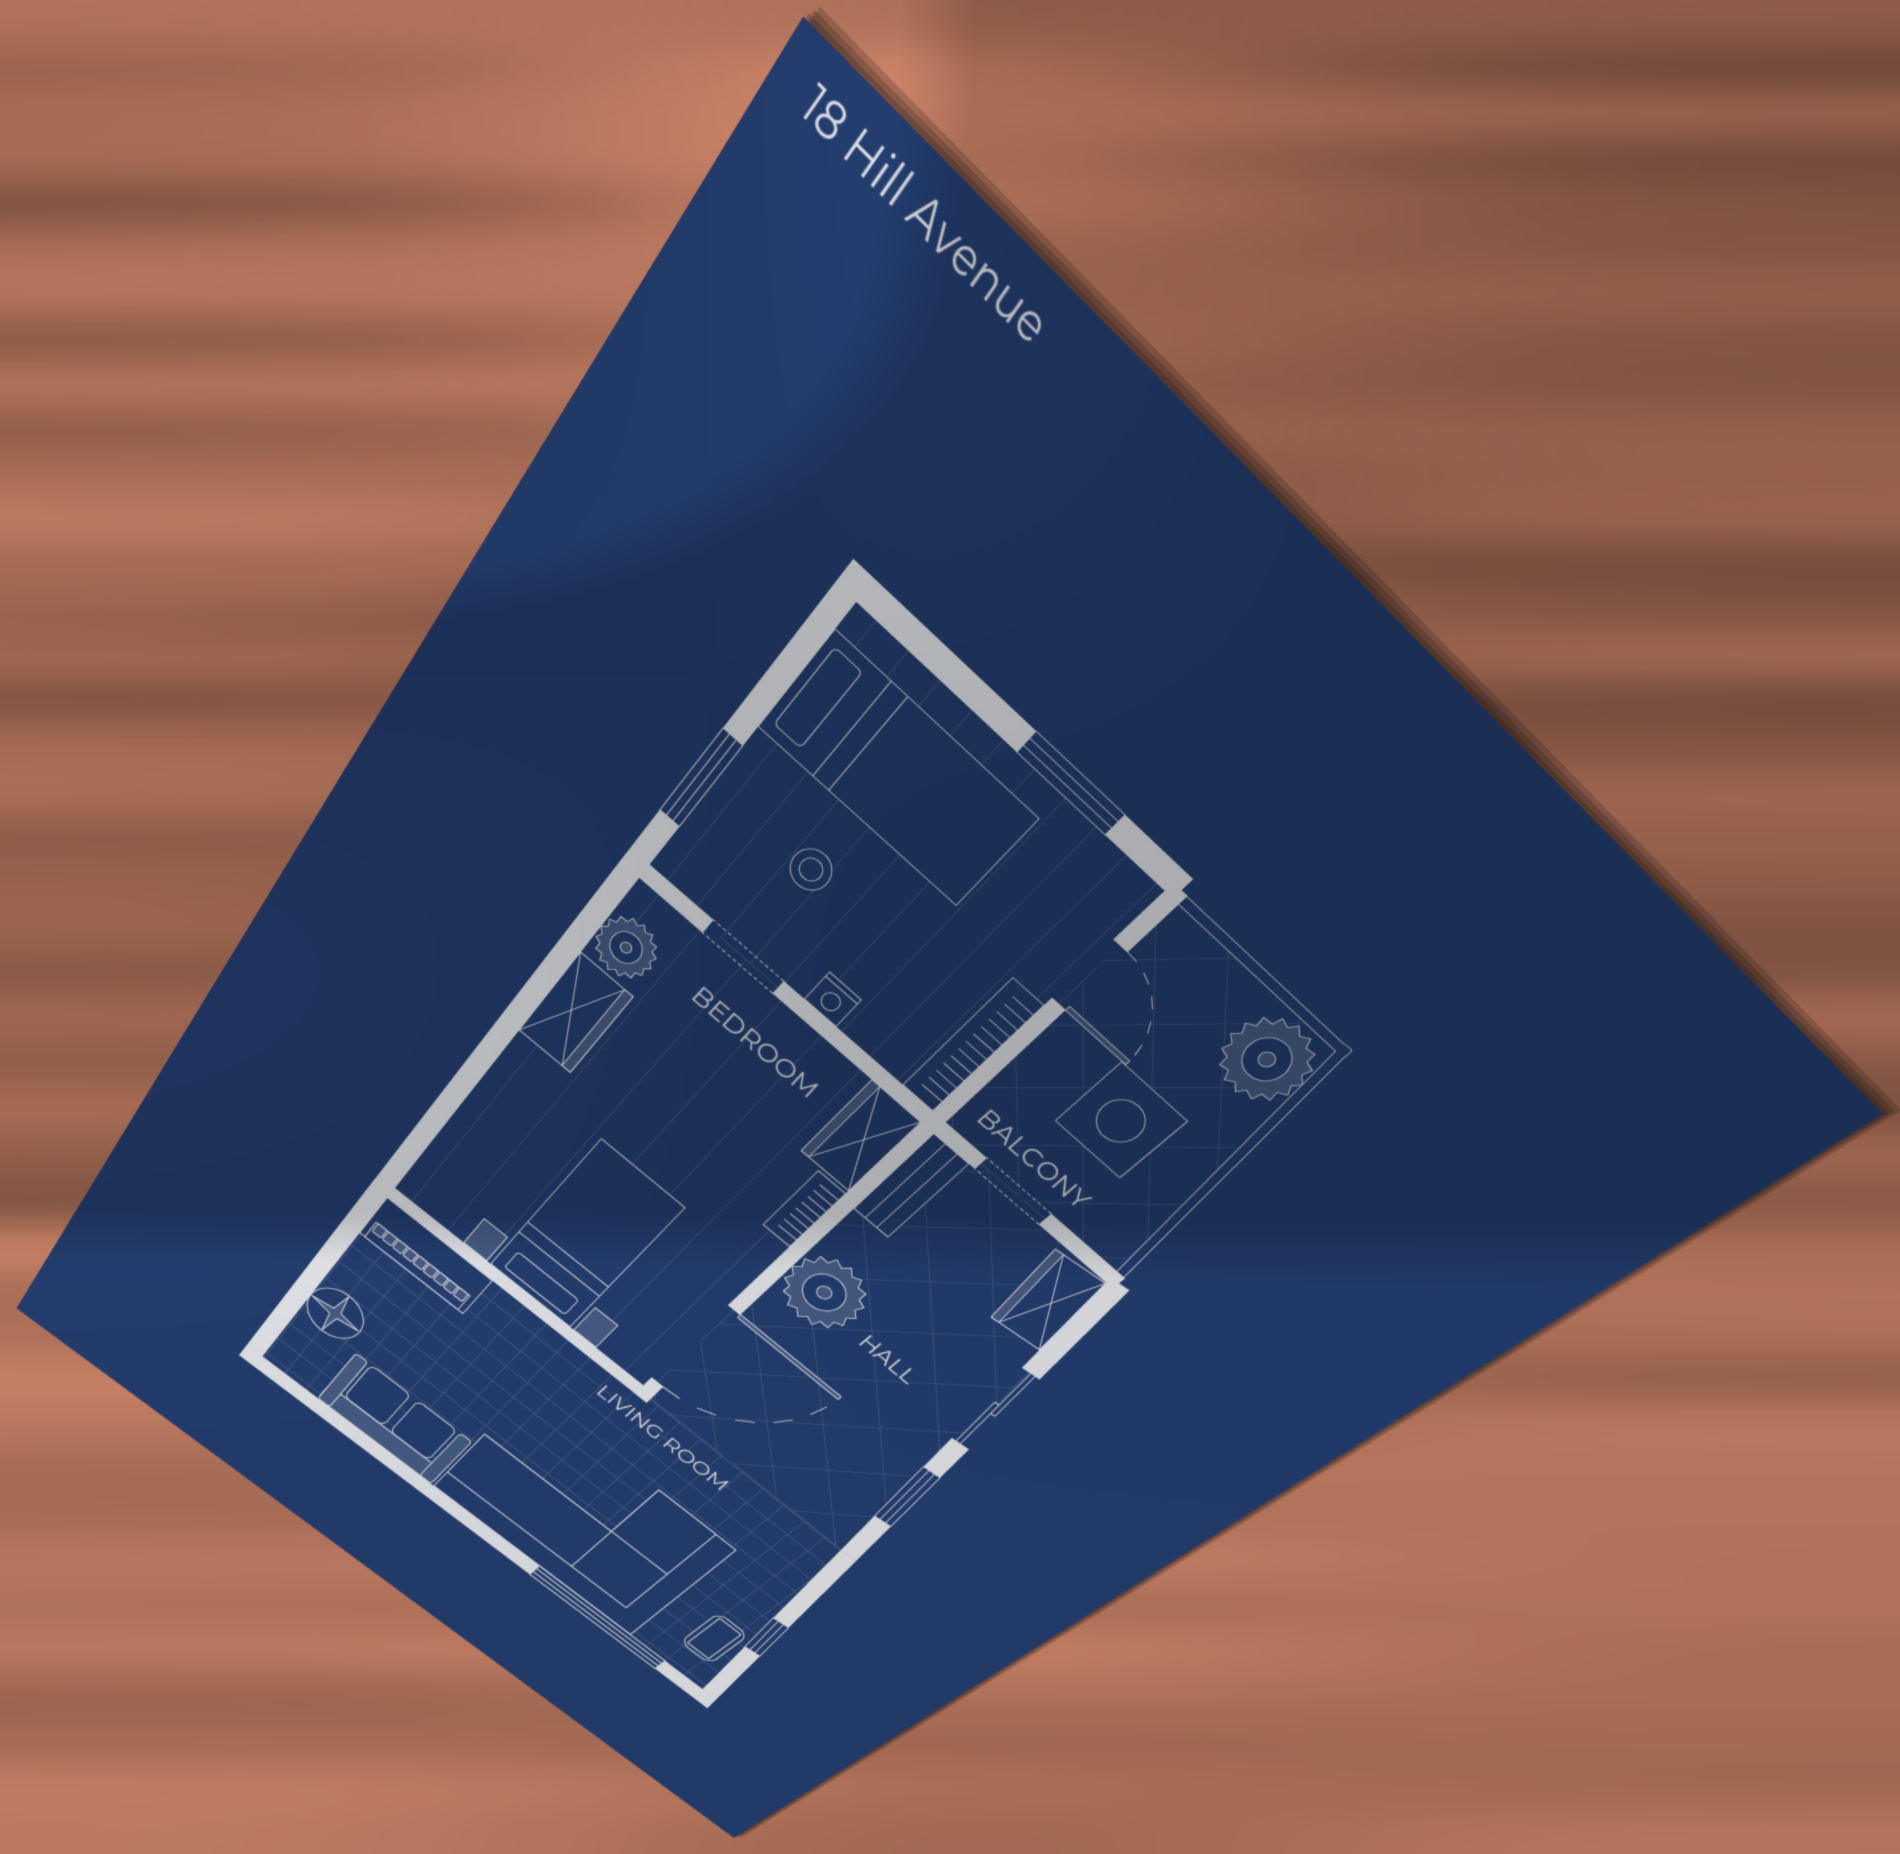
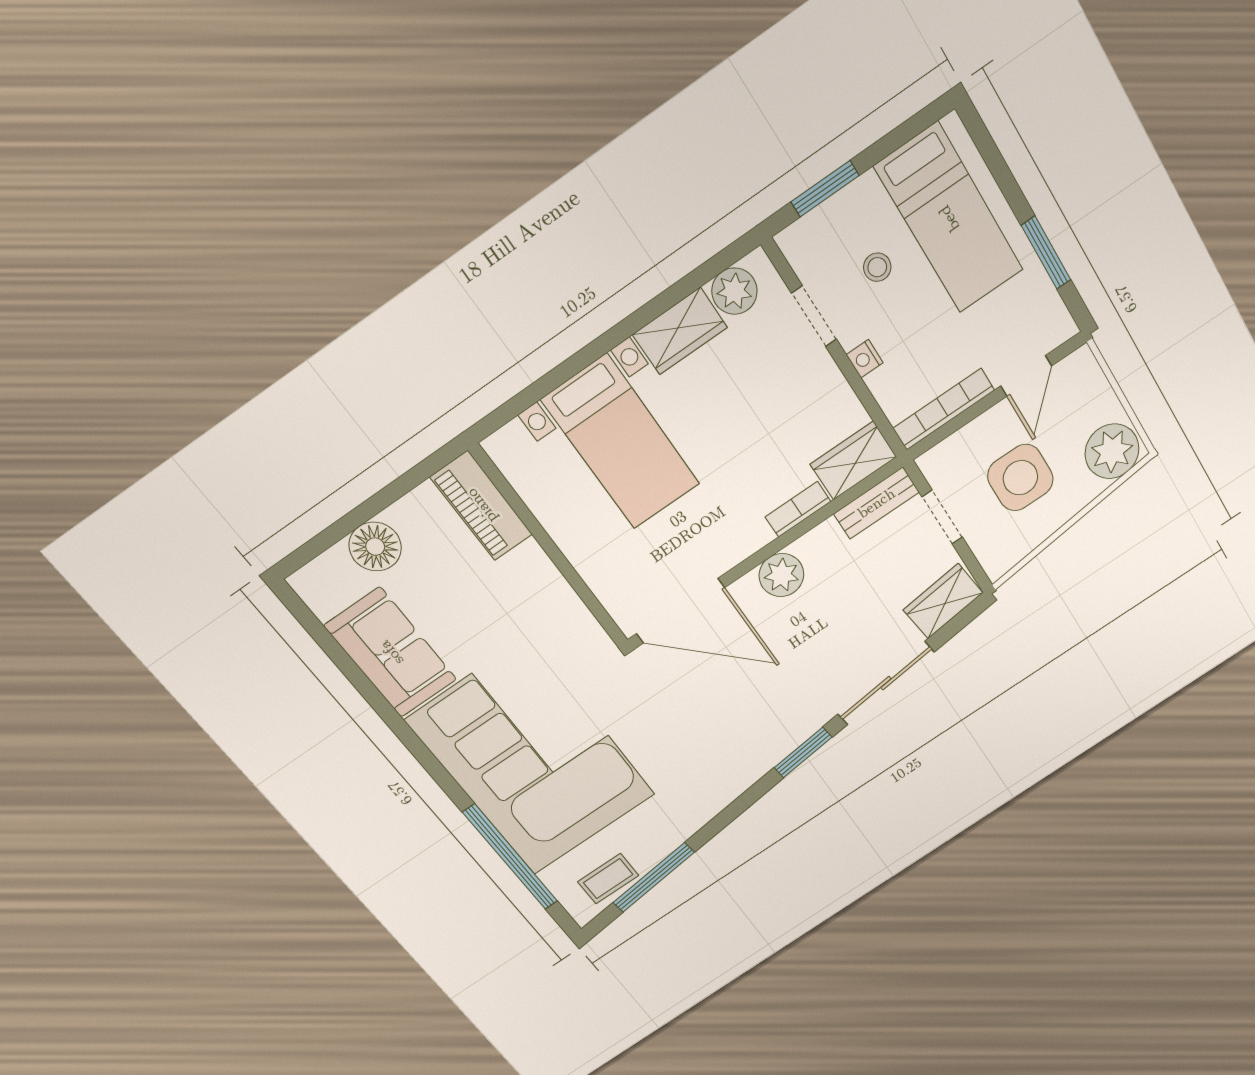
bed with nightstands: (585, 1237) -> (621, 442), moved, turned 90
plant: (824, 1293) -> (781, 575), width x0.73, depth x0.73
sliding door: (995, 1409) -> (886, 683), width x1.37
window: (767, 1637) -> (654, 877), width x2.17

